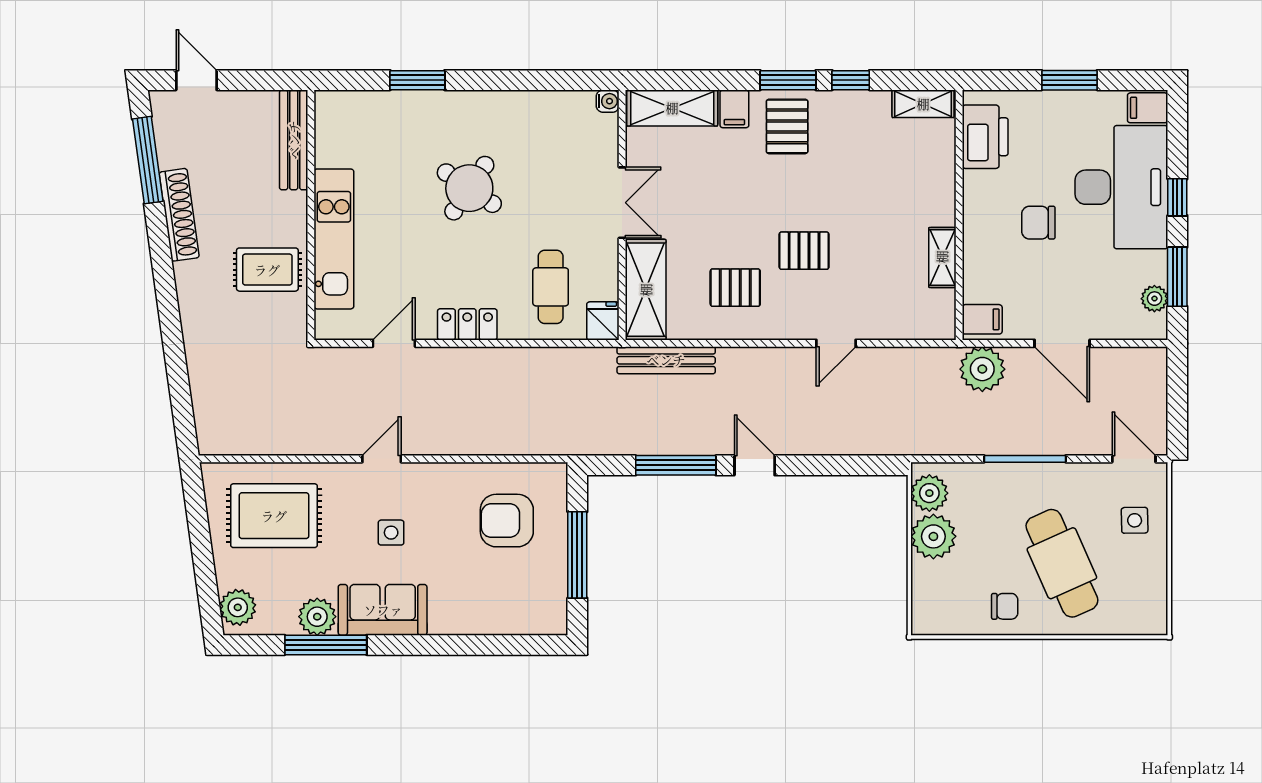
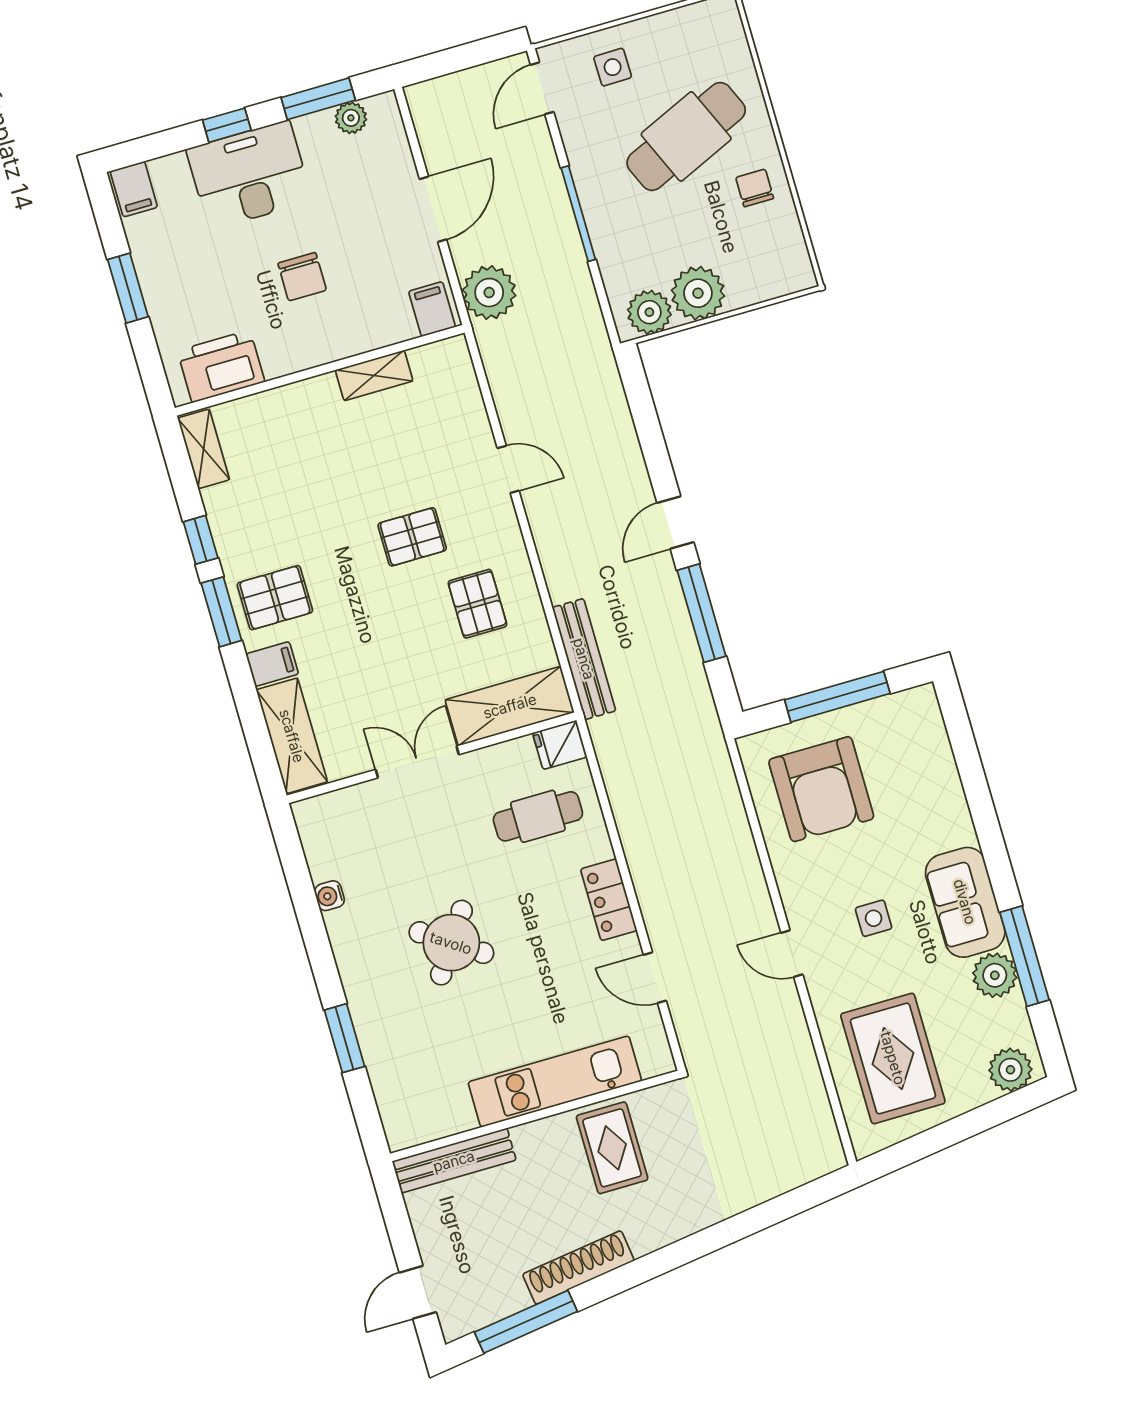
water cooler: (608, 101) -> (329, 896), moved, turned -90
desk: (1121, 187) -> (249, 175), width x0.73, depth x0.77
pallet: (804, 251) -> (412, 537), turned 90
armchair: (507, 521) -> (821, 789), width x1.36, depth x1.36

